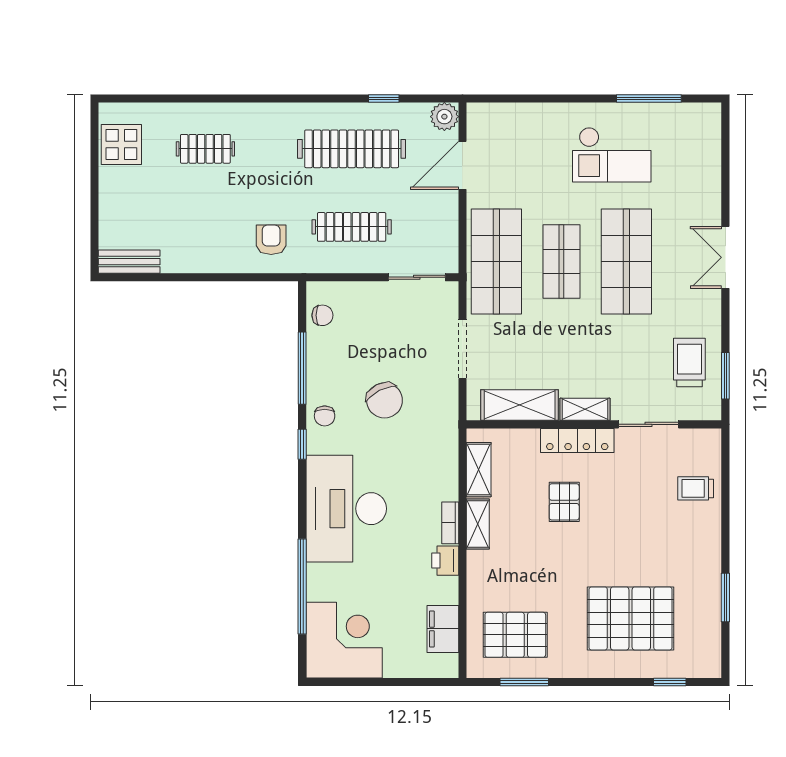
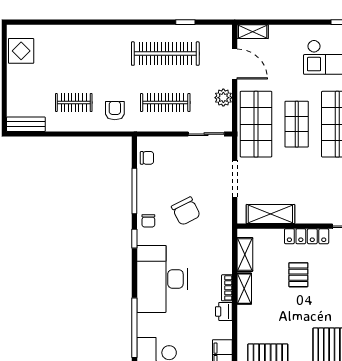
plant: (444, 117) -> (223, 98), moved
clothes rail: (205, 149) -> (74, 103), moved
door: (462, 165) -> (235, 64), swing flipped
shelving: (585, 409) -> (253, 32), moved

